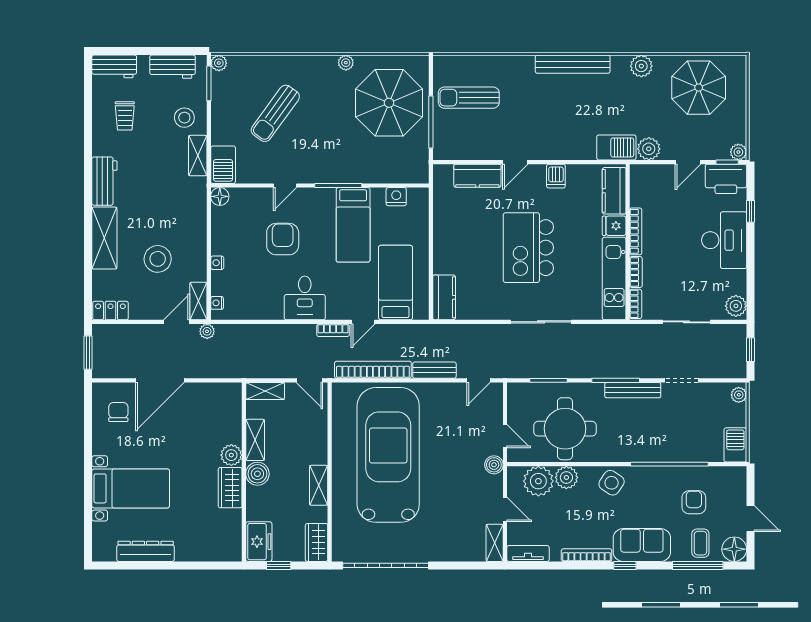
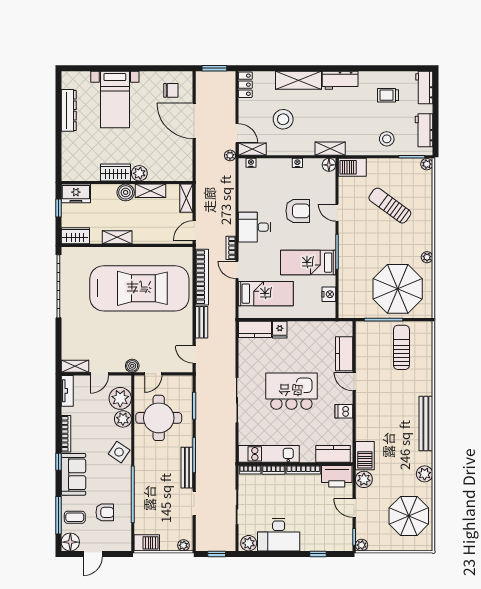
shelving: (198, 156) -> (330, 149), moved
printer: (726, 179) -> (337, 476), moved, turned -90
fridge: (614, 226) -> (280, 330), moved, turned 180
desk: (724, 240) -> (279, 535), moved
nightstand: (217, 263) -> (297, 163), moved

